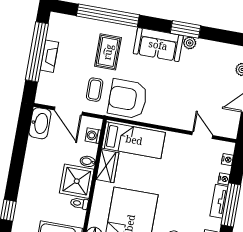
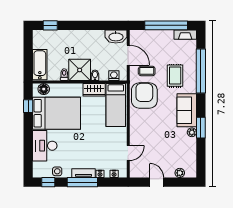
rug: (108, 52) -> (175, 76), turned 90
fireplace: (49, 56) -> (185, 35), moved
door: (68, 111) -> (128, 55), swing flipped

